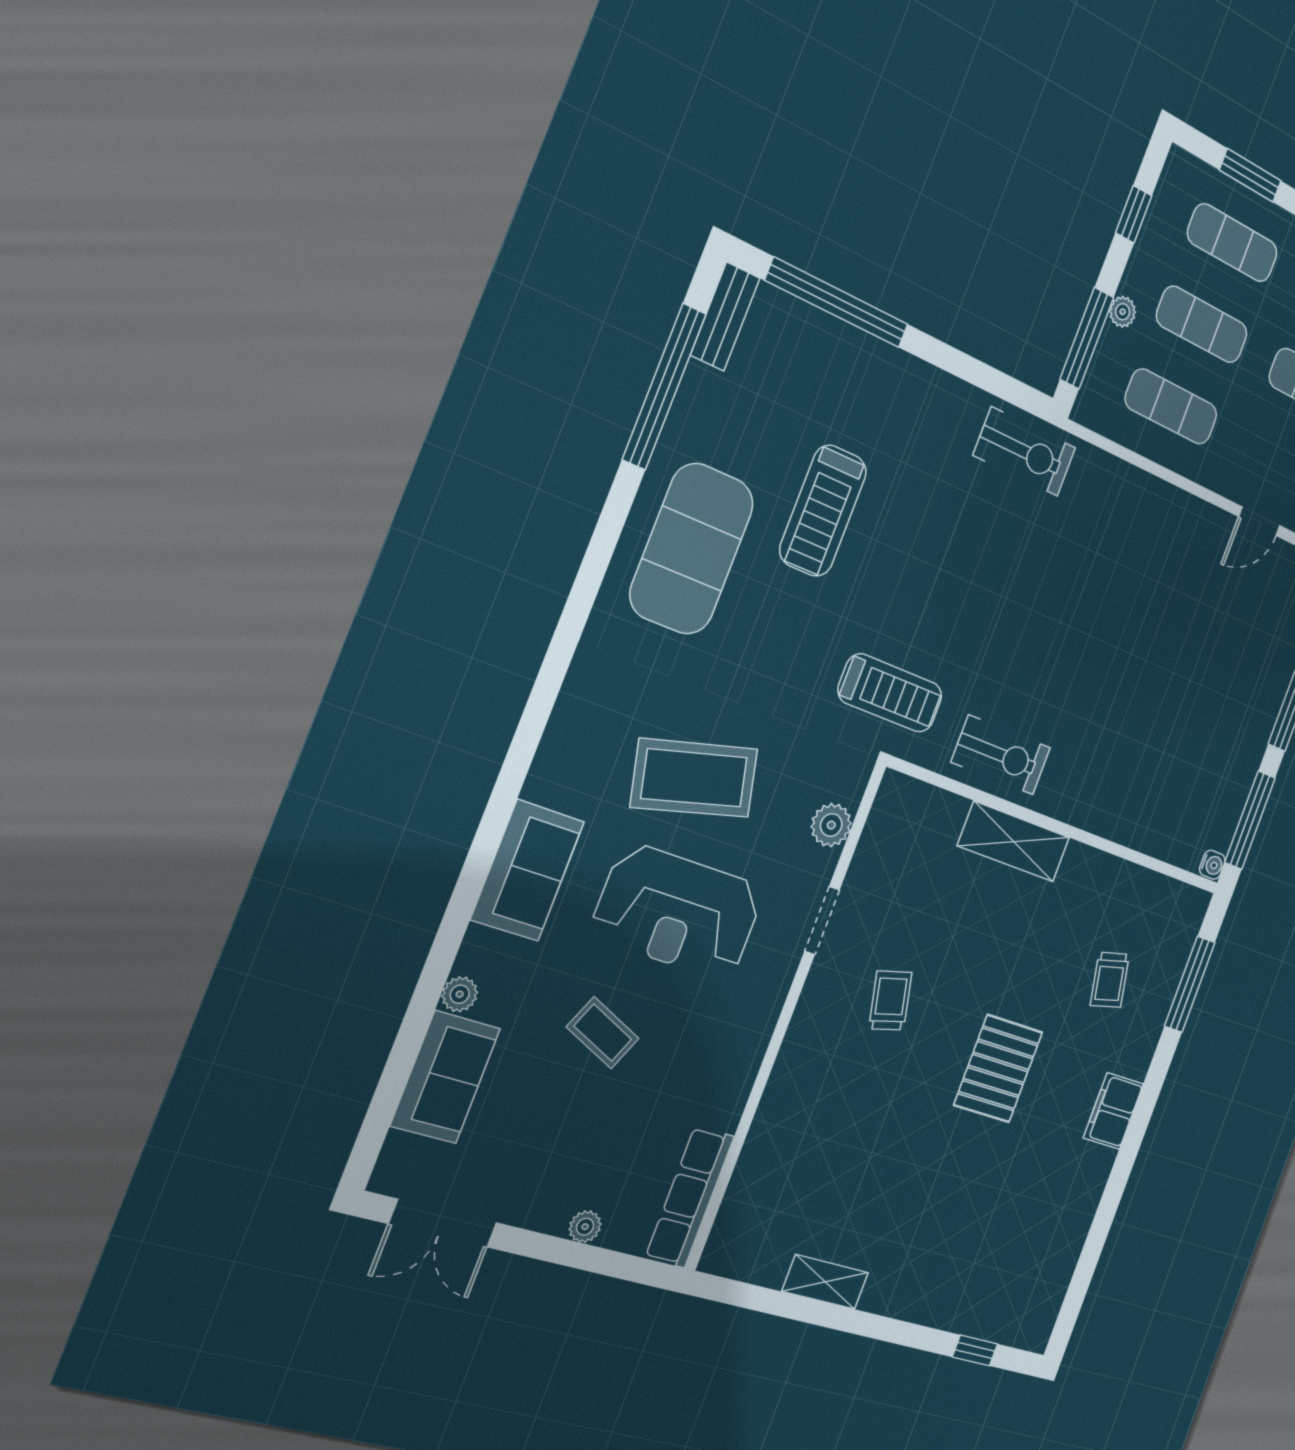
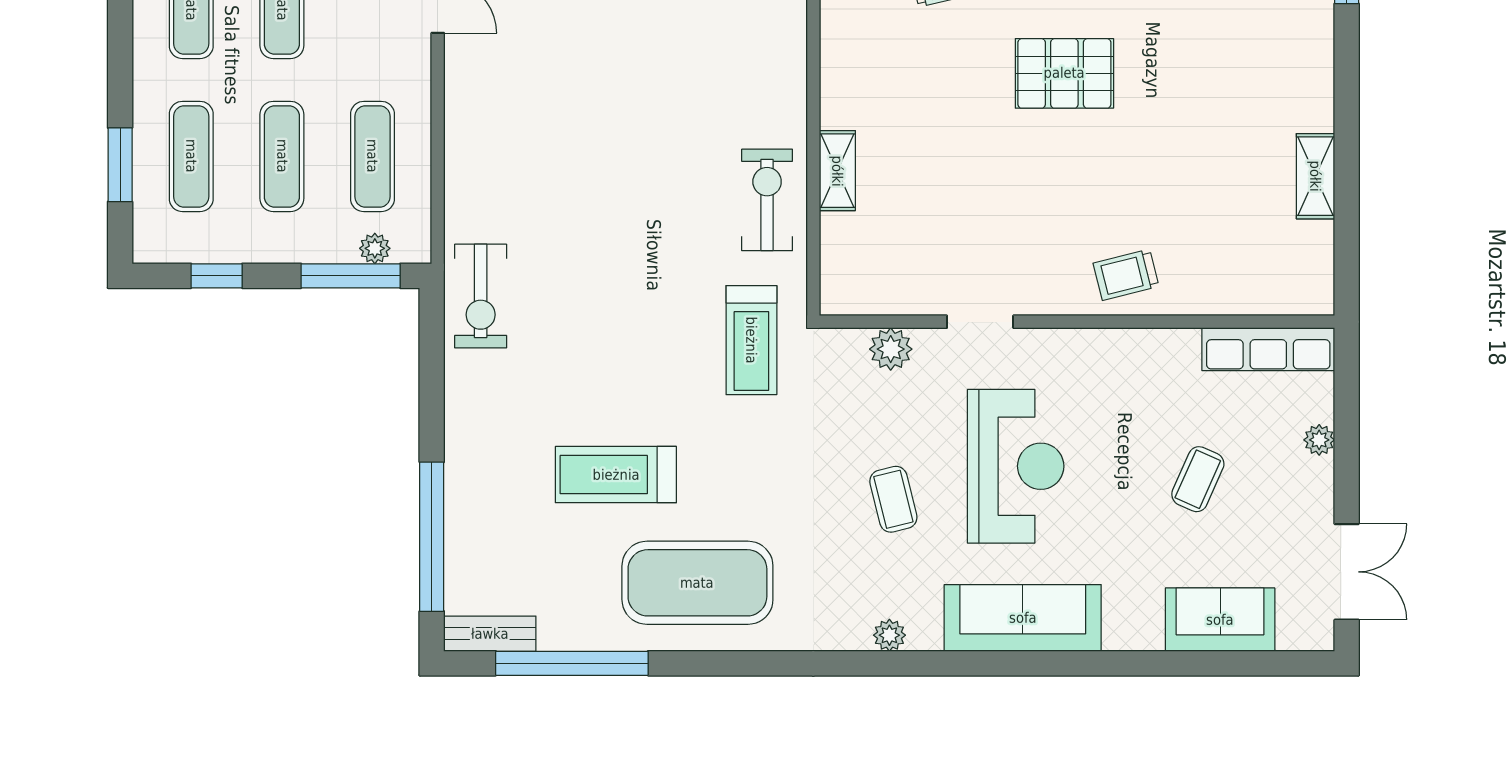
plant: (1123, 312) -> (375, 248), moved
exercise bike: (1025, 452) -> (481, 296), turned 180
treadmill: (823, 511) -> (616, 475), turned 180
treadmill: (890, 693) -> (751, 340), turned 180
coffee table: (694, 778) -> (893, 499), width x0.54, depth x0.58
shelving: (1014, 842) -> (837, 171), width x0.67, depth x0.75
sofa: (528, 870) -> (1023, 618), width x1.36
plant: (460, 994) -> (889, 635), moved
trolley: (890, 1001) -> (1126, 275), moved
coffee table: (603, 1033) -> (1198, 479), moved

